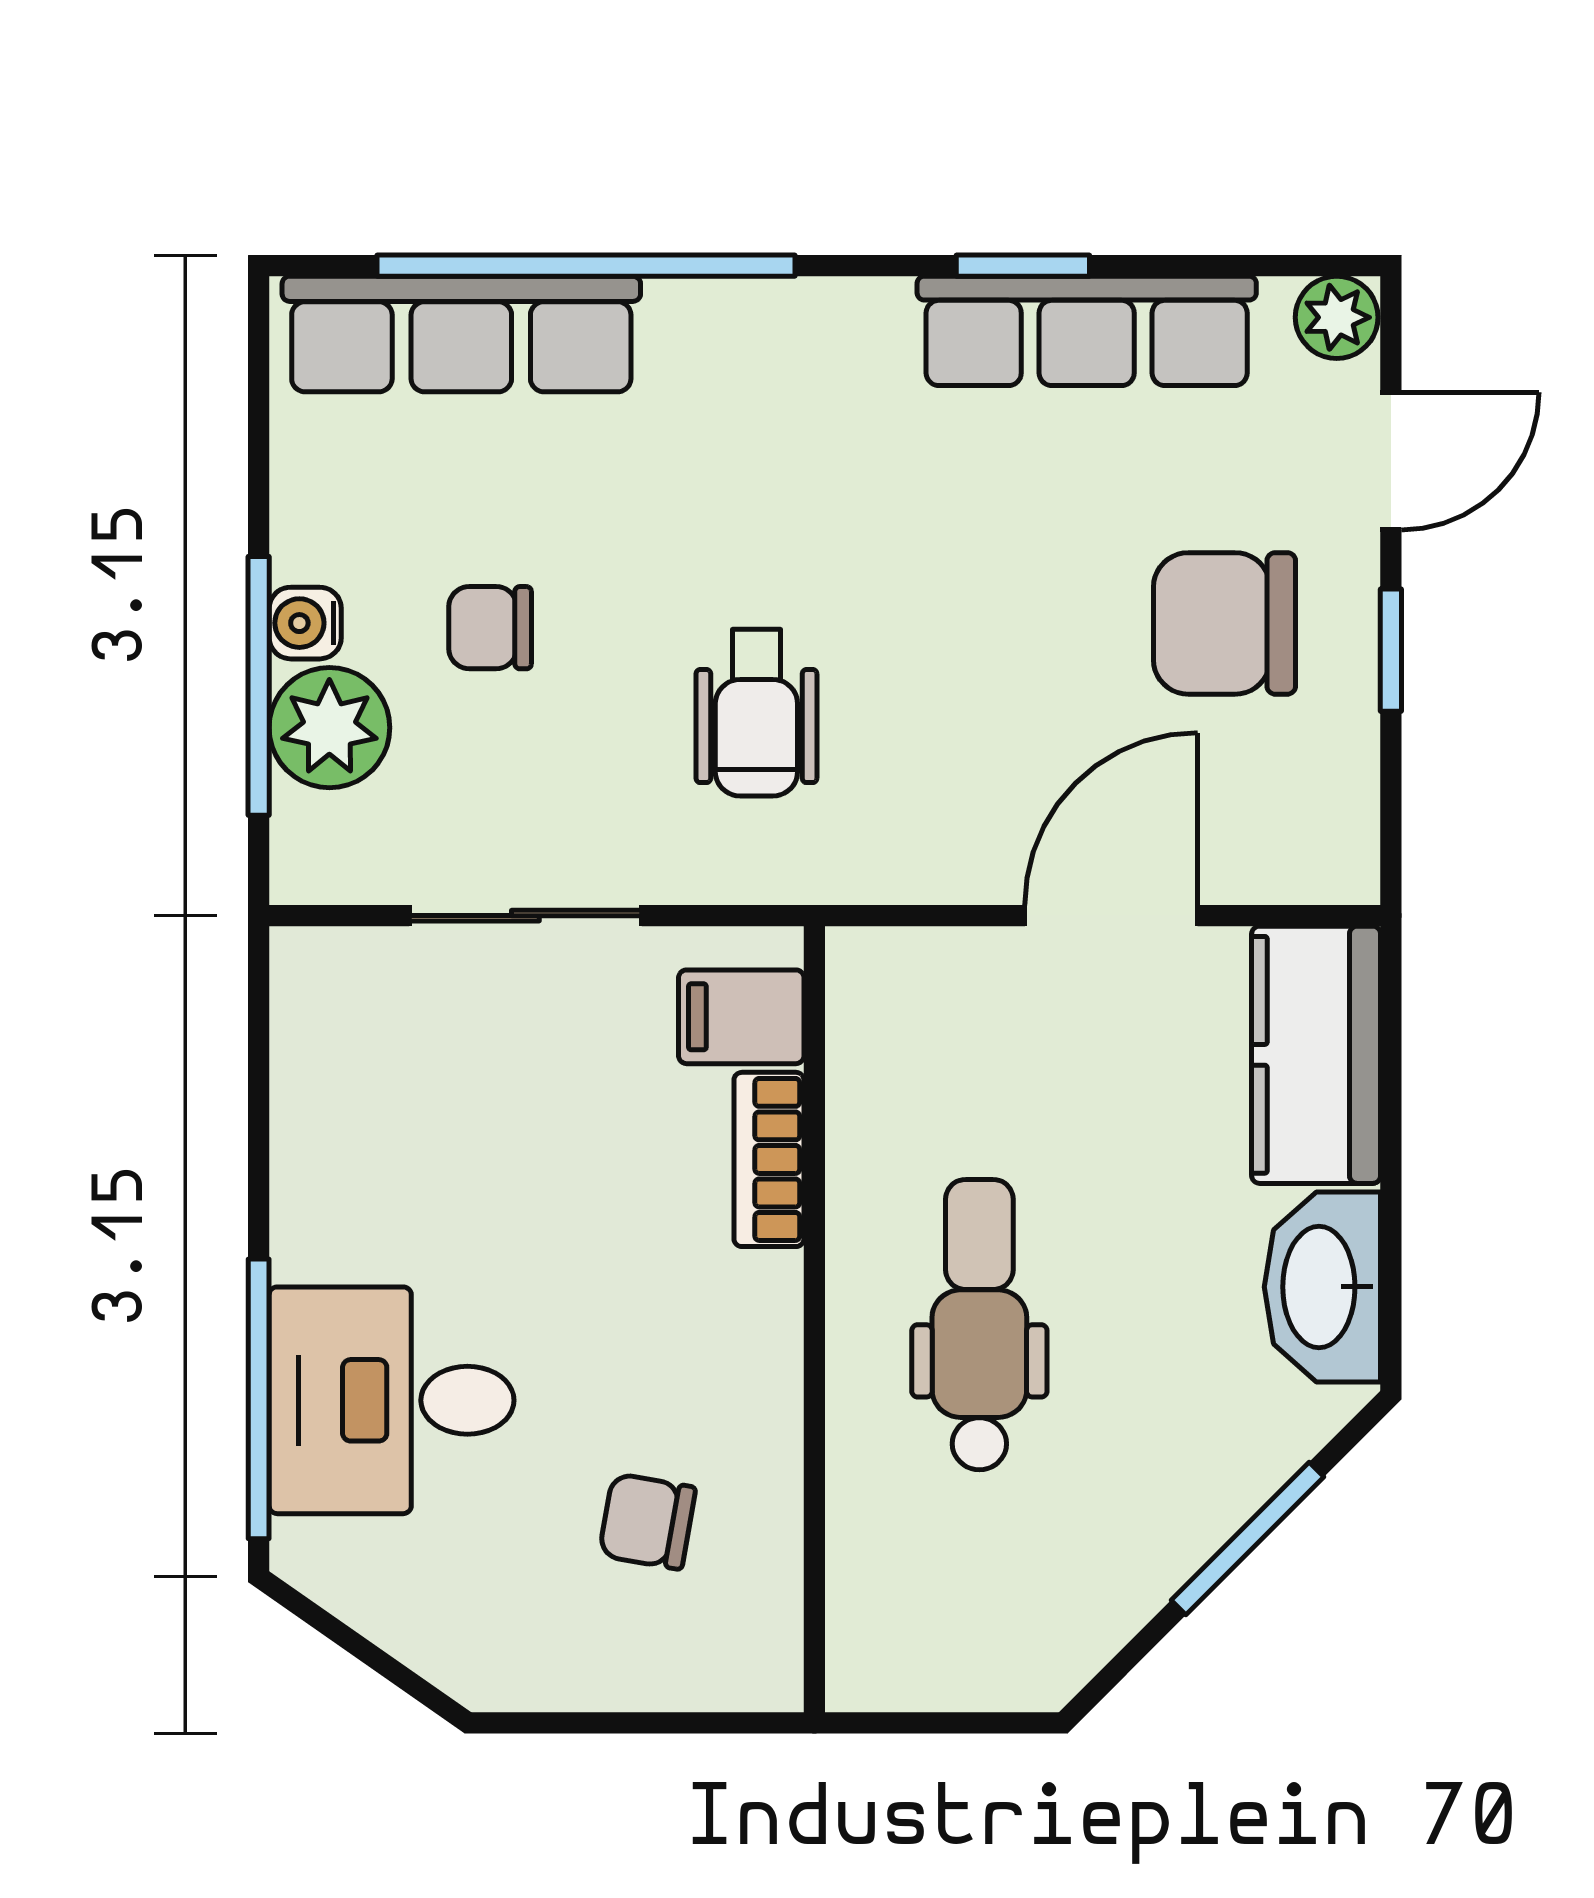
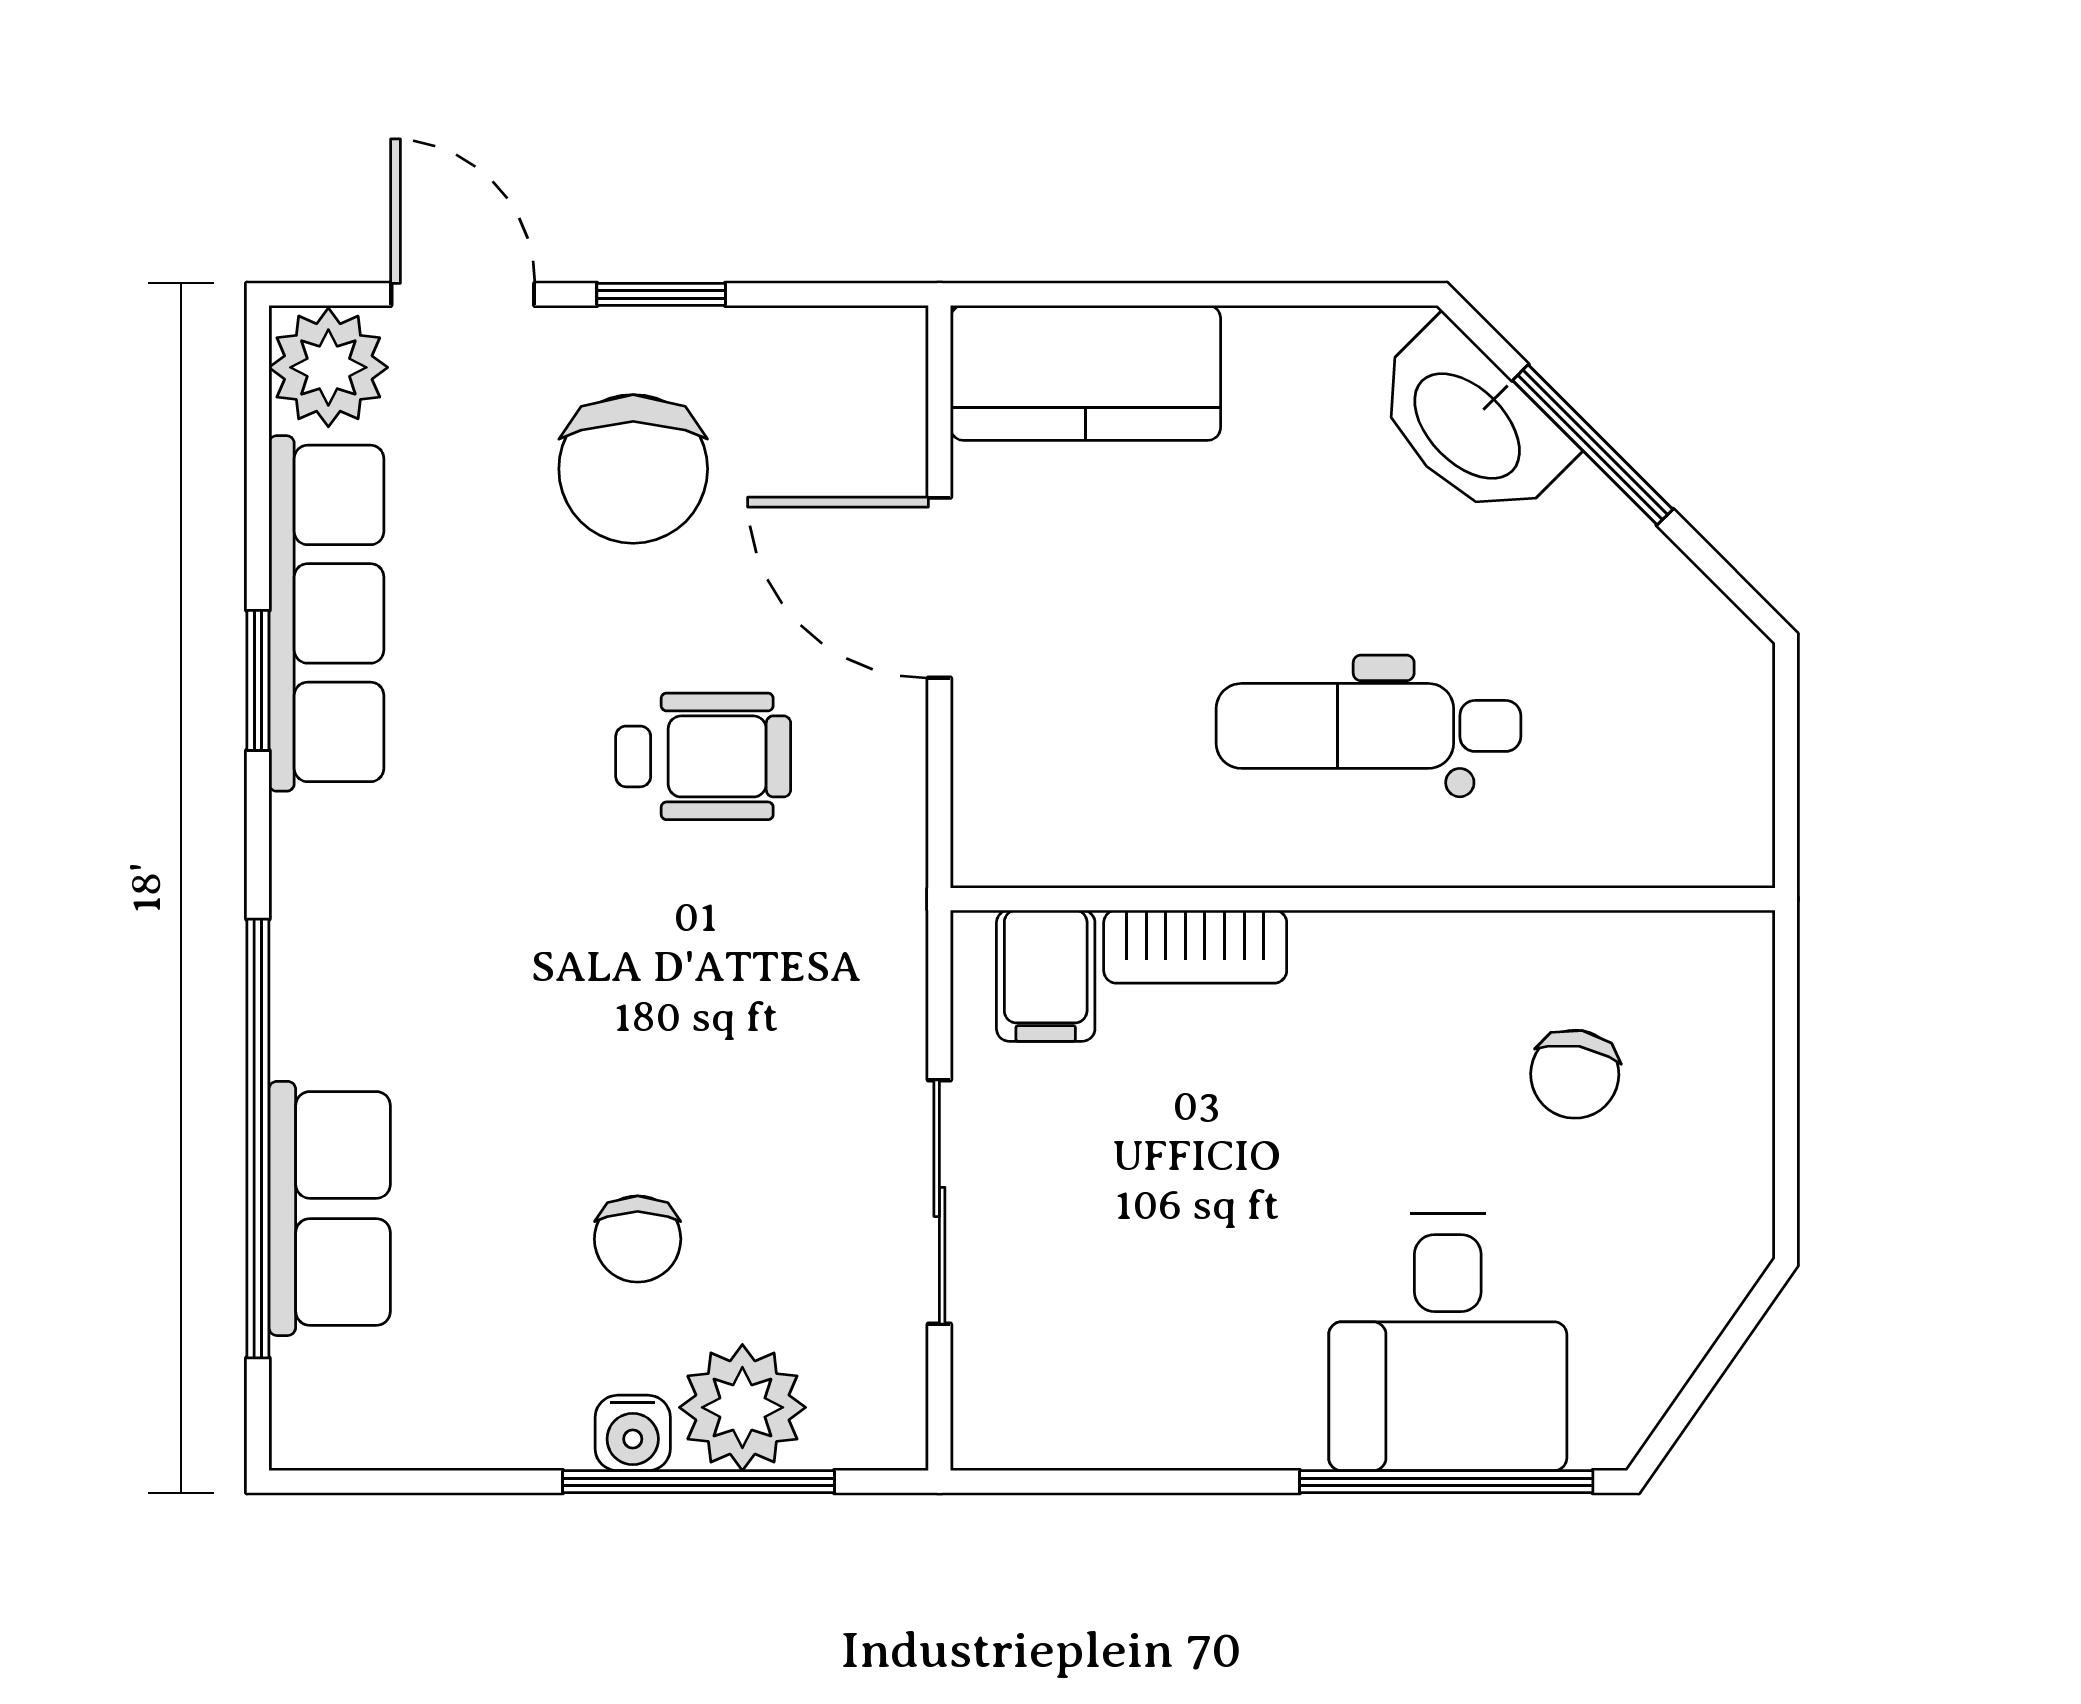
plant: (1337, 317) -> (328, 367), width x1.38, depth x1.38
row of seats: (461, 334) -> (330, 1208), width x0.68
wheelchair: (756, 713) -> (703, 756), moved
washbasin: (1322, 1287) -> (1470, 423), moved, turned 45

